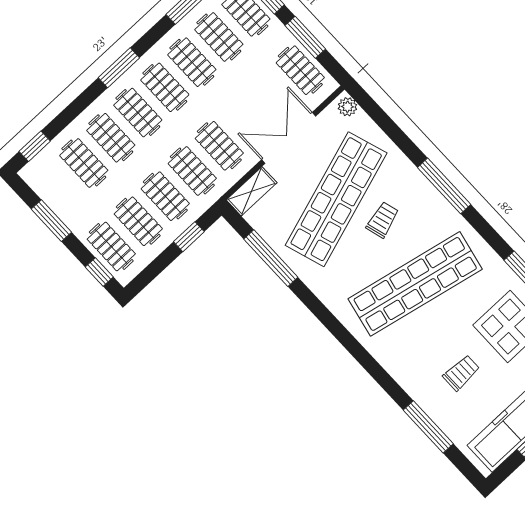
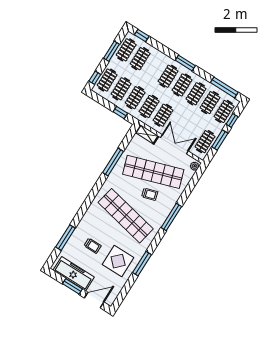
clothes rail: (111, 138) -> (126, 50), moved
window: (271, 258) -> (113, 162), moved

